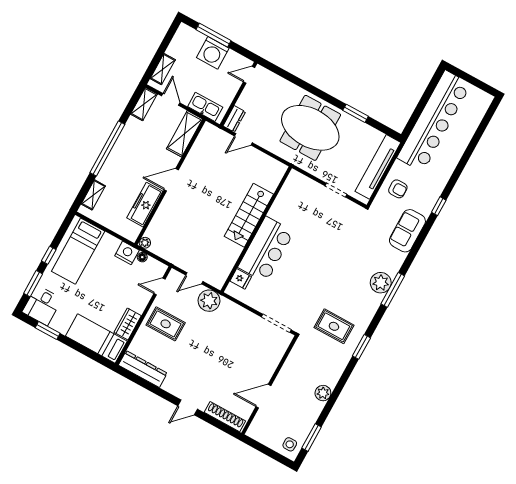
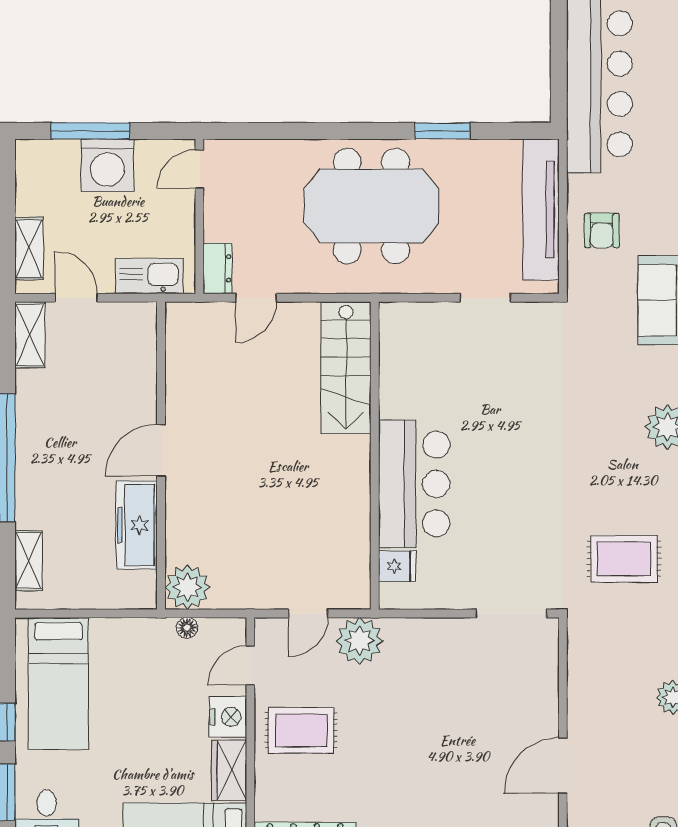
shelving: (184, 134) -> (138, 349), removed
armchair: (398, 189) -> (602, 230), turned 90
stairs: (249, 215) -> (346, 368), moved
plant: (145, 243) -> (187, 587), width x1.87, depth x1.87
nightstand: (127, 253) -> (228, 717), moved, turned 90

